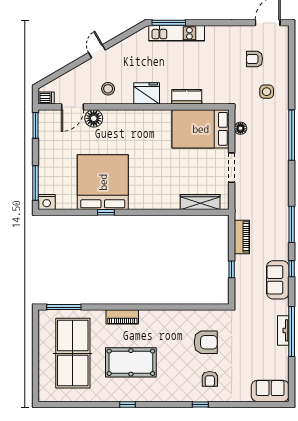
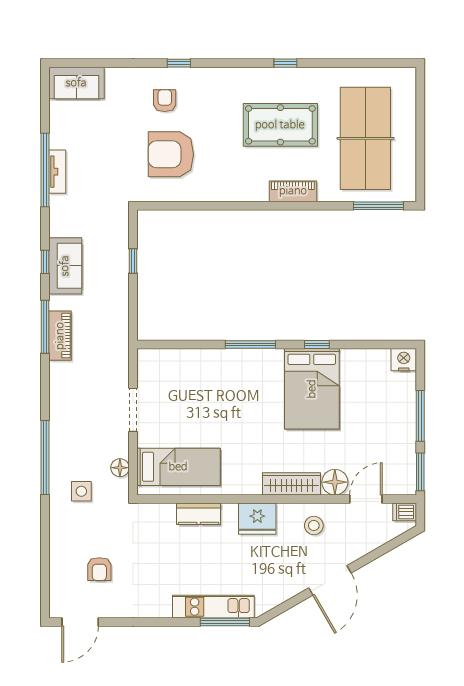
door: (97, 51) -> (330, 580), width x1.88
armchair: (255, 59) -> (99, 569), turned 90
side table: (267, 92) -> (81, 491), moved
bed: (201, 129) -> (178, 467), width x0.67
bed: (103, 182) -> (312, 389), width x0.73
window: (35, 183) -> (420, 416), moved
wardrobe: (200, 202) -> (291, 484), moved, turned 180
window: (151, 212) -> (250, 345), added
piano: (242, 237) -> (60, 336), moved, turned 180
sofa: (278, 280) -> (65, 266), moved
armchair: (206, 342) -> (171, 154), width x1.36, depth x1.36

